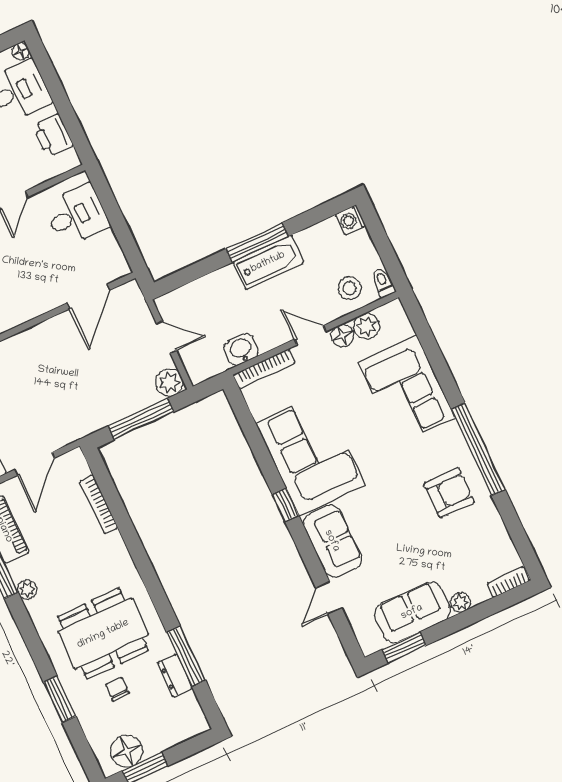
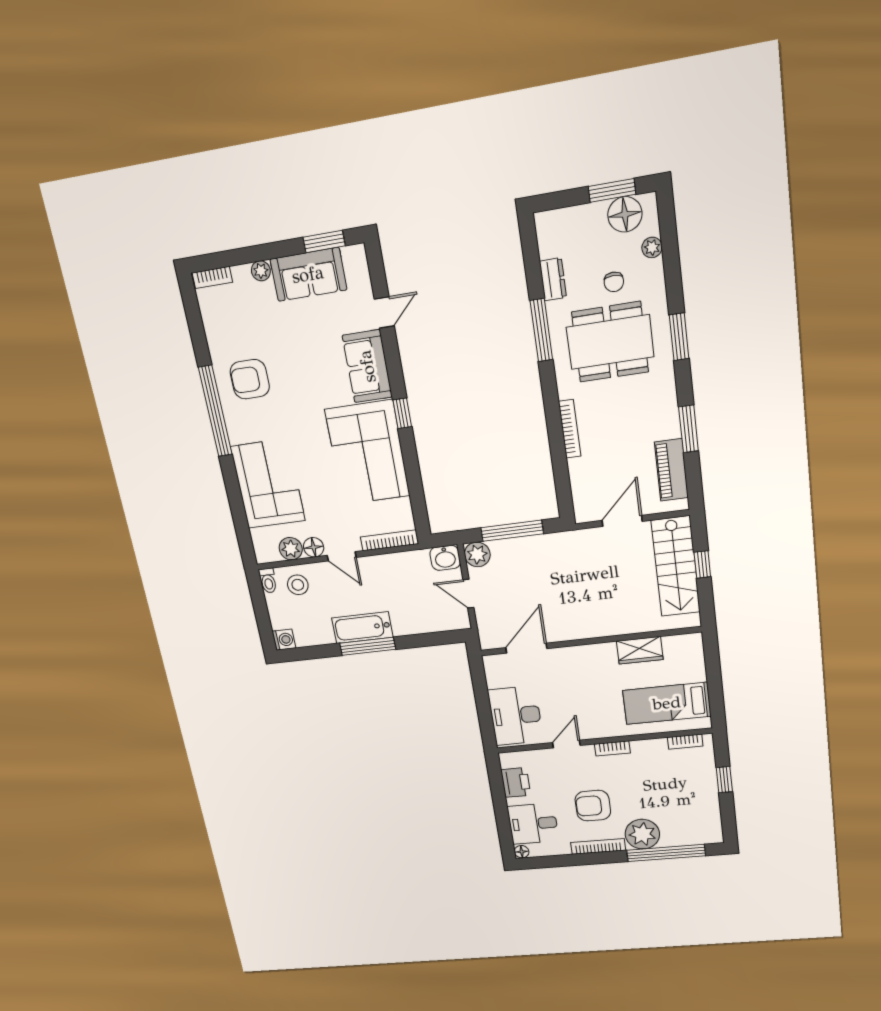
desk: (77, 215) -> (516, 716), width x1.37
washbasin: (241, 350) -> (445, 558), moved
bookcase: (99, 504) -> (570, 429), moved
plant: (27, 590) -> (652, 247), moved
window: (186, 656) -> (541, 330), moved
window: (60, 699) -> (679, 337), moved

